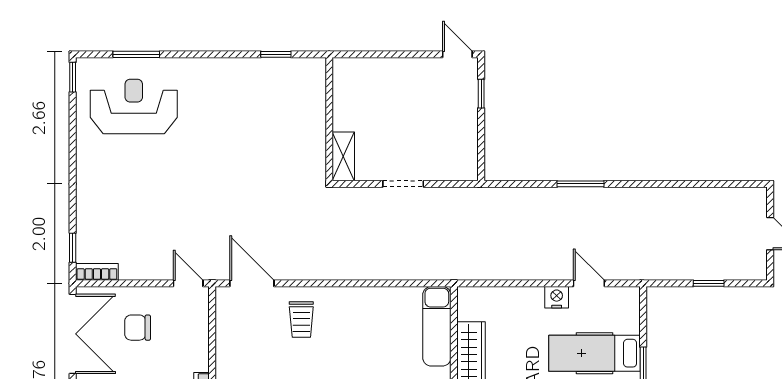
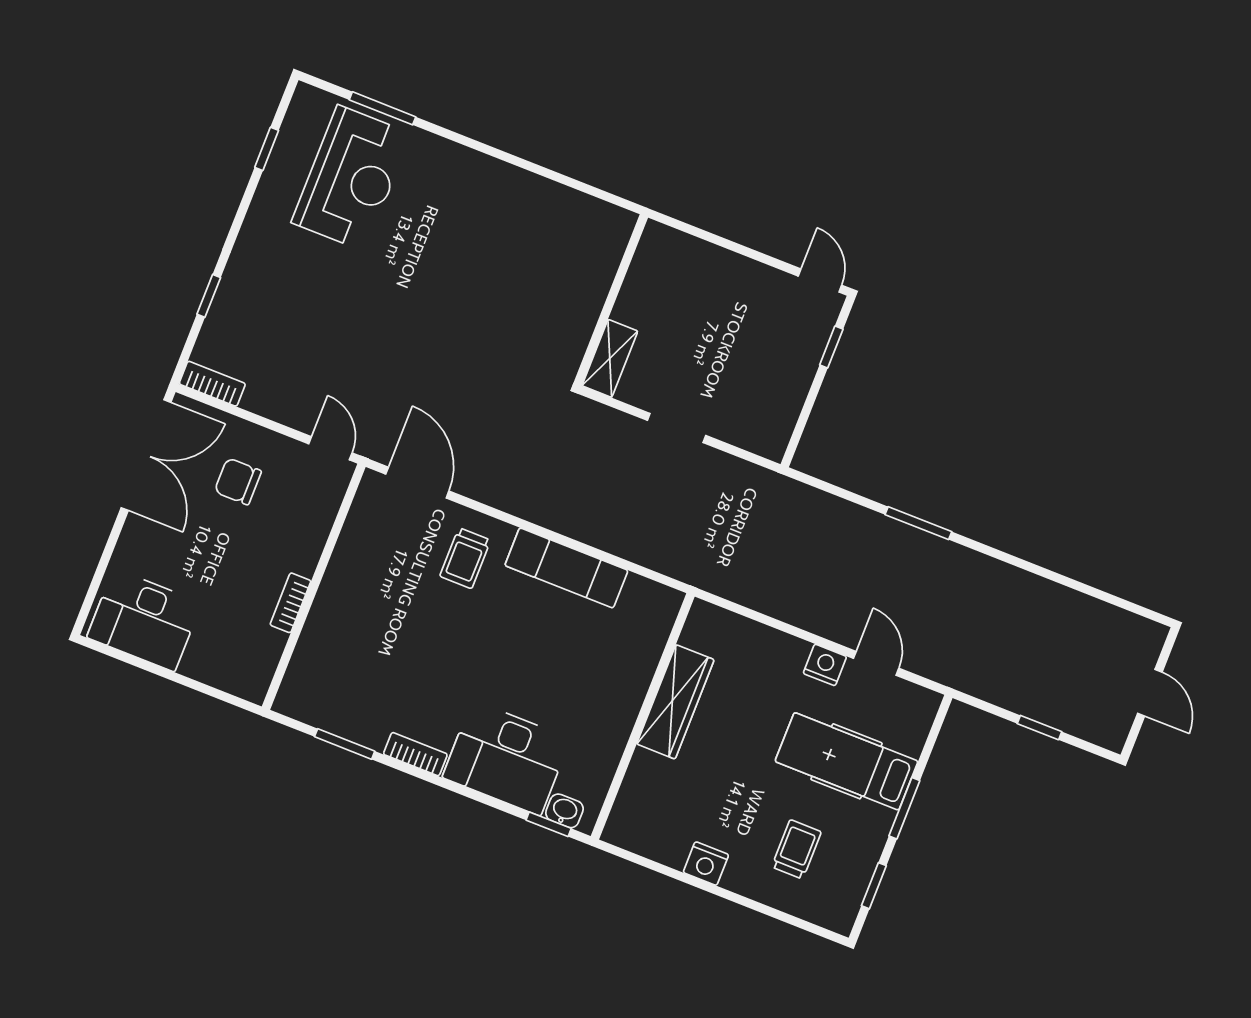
window: (276, 54) -> (573, 183), removed
window: (73, 77) -> (267, 149), moved
reception desk: (134, 106) -> (351, 178), turned 90
window: (73, 248) -> (209, 296), moved
exam couch: (437, 326) -> (566, 568), moved, turned -90

